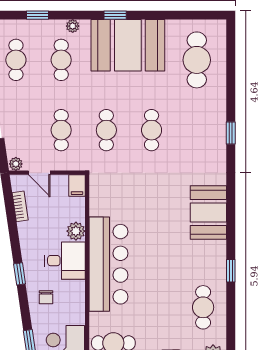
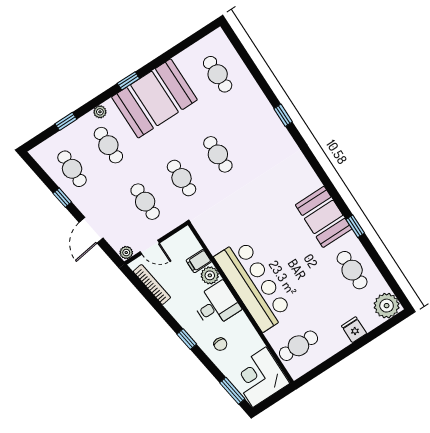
cafe table: (197, 60) -> (218, 74), width x0.73, depth x0.74
filing cabinet: (77, 186) -> (199, 261), moved, turned 90
bookcase: (20, 206) -> (152, 285), width x1.56
booth: (208, 212) -> (324, 217), moved

